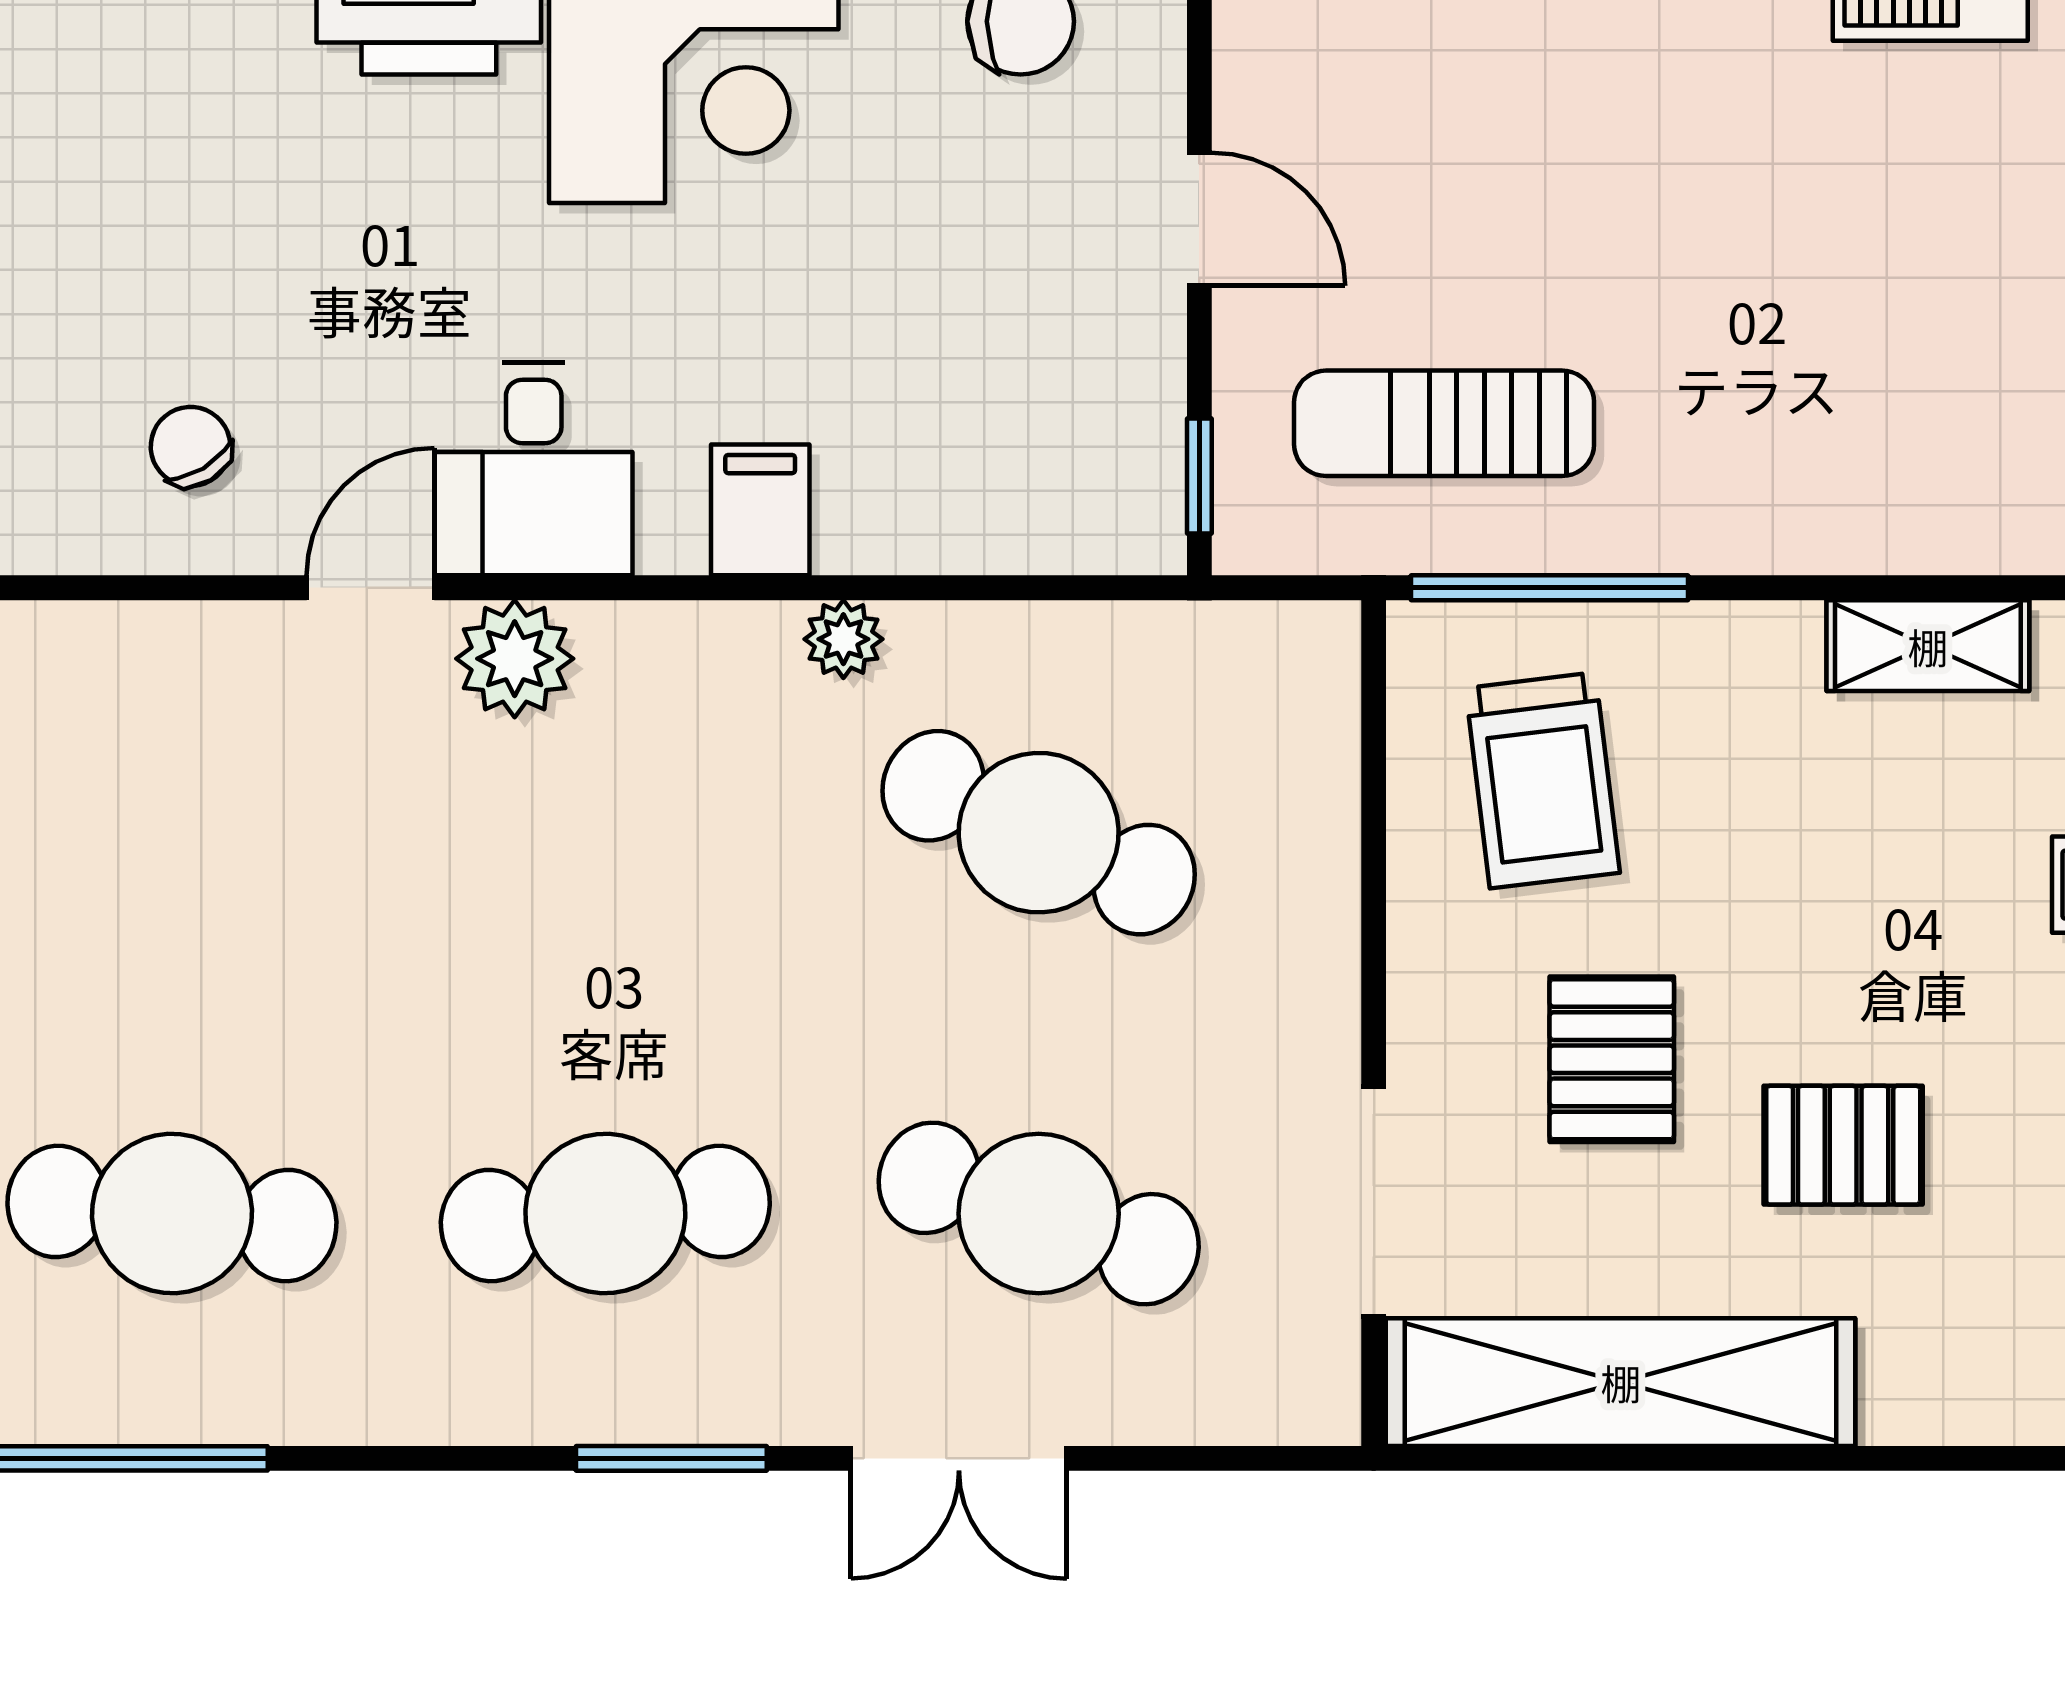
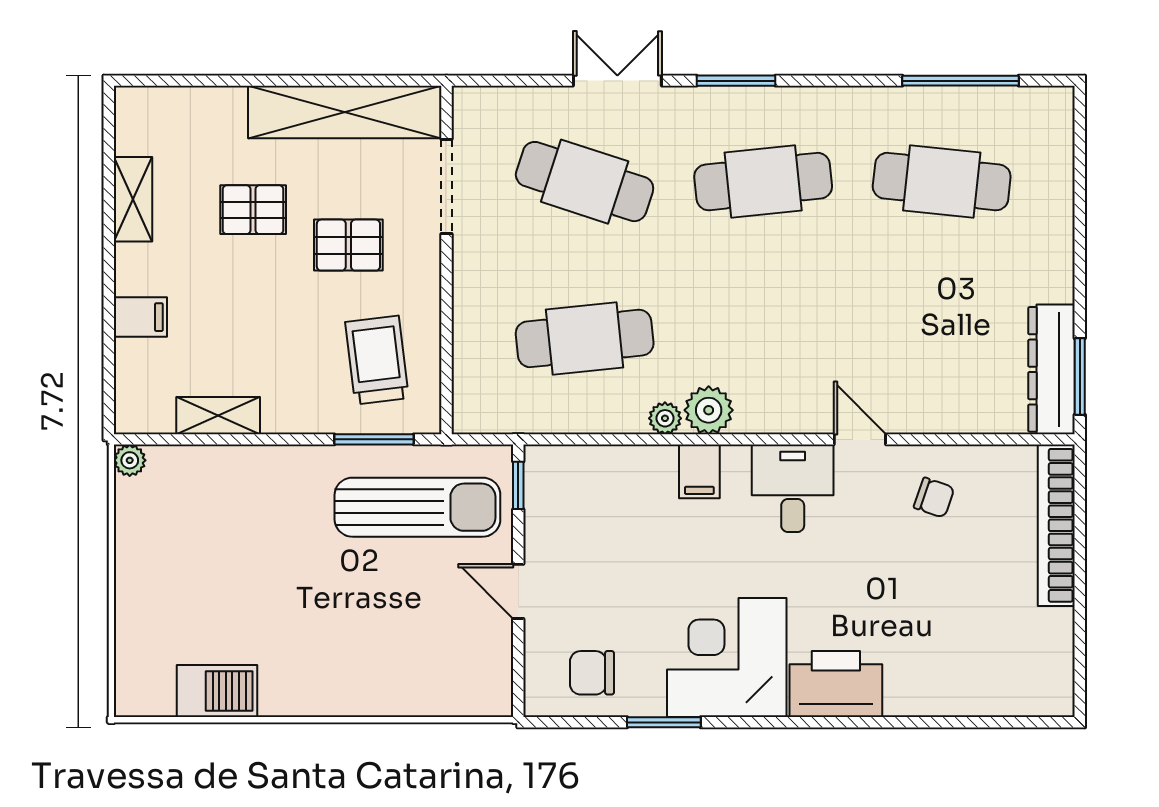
sun lounger: (1444, 423) -> (417, 507), width x1.36, depth x1.34
chair: (191, 446) -> (934, 498), turned -40
door: (371, 588) -> (860, 439), swing flipped
window: (1550, 588) -> (374, 439), width x0.69
plant: (515, 659) -> (709, 410), moved
cafe table: (1039, 833) -> (585, 338), turned -30
pallet: (1612, 1059) -> (348, 245), turned 90

